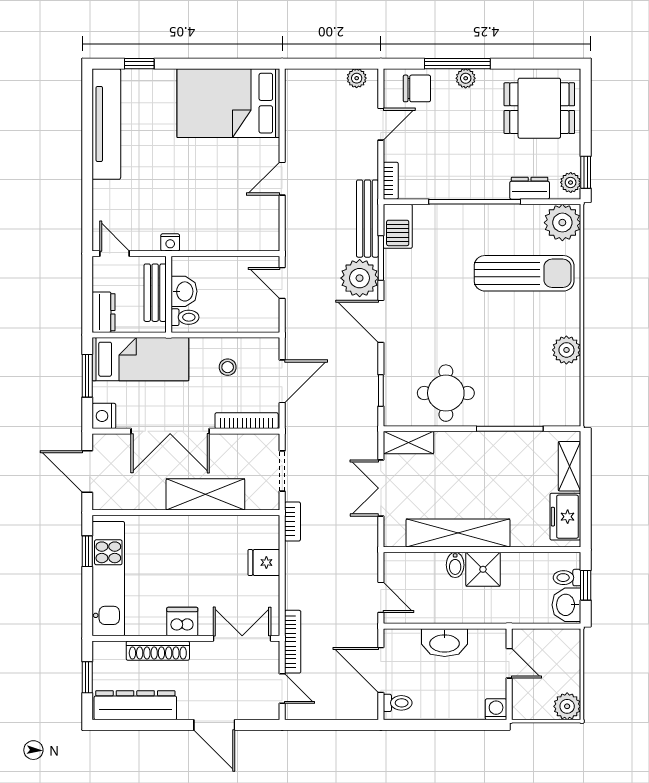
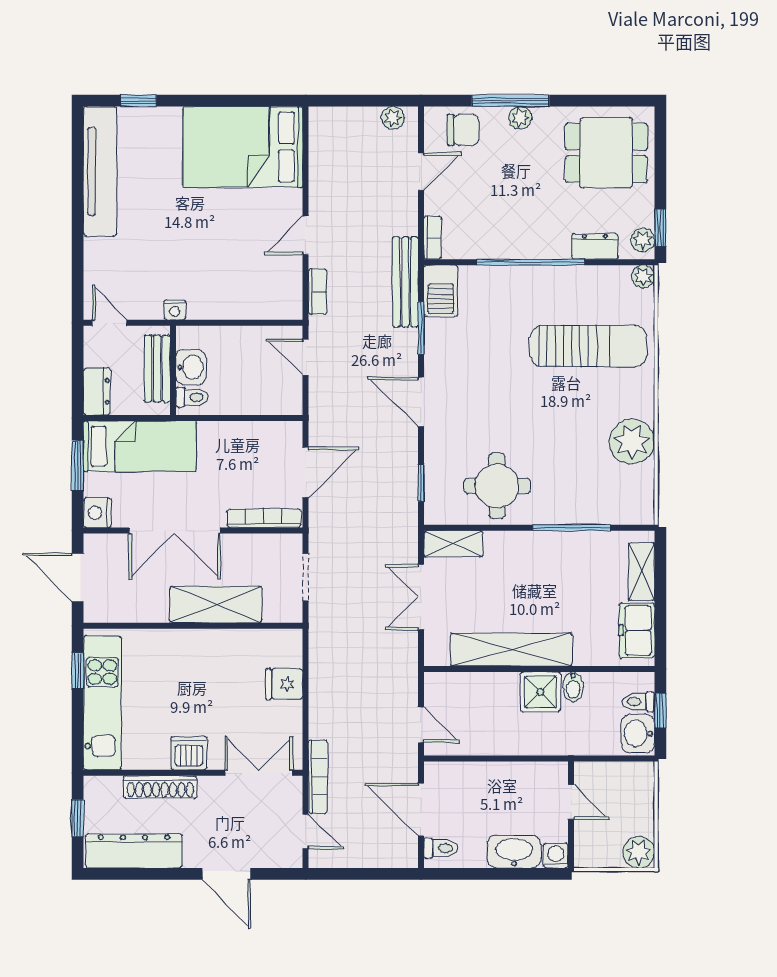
plant: (562, 223) -> (643, 277), width x0.53, depth x0.53
plant: (360, 278) -> (396, 352), removed
plant: (566, 350) -> (632, 442), width x1.36, depth x1.36
stool: (228, 367) -> (242, 456), removed
bookcase: (292, 521) -> (318, 292), moved
bidet: (455, 565) -> (573, 687), moved
washbasin: (445, 643) -> (514, 852), moved, turned 180

